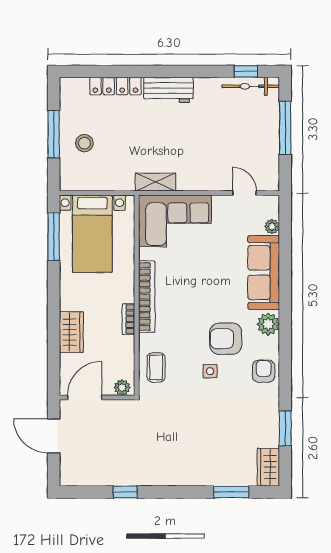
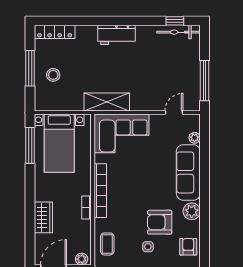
locker: (115, 86) -> (55, 32), moved
window: (285, 128) -> (205, 81), moved
shelving: (156, 182) -> (107, 102), width x1.50, depth x1.33
door: (245, 193) -> (174, 112), hinge flipped

